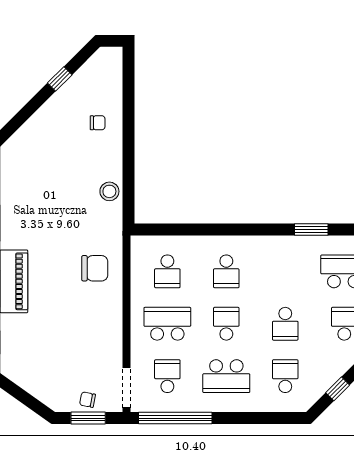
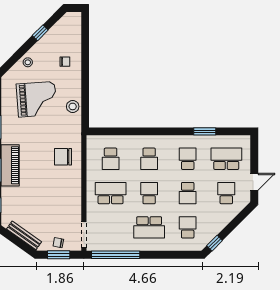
stool: (41, 124) -> (28, 62), added
grand piano: (54, 180) -> (37, 99), added
chair: (95, 268) -> (63, 157), turned 180
school desk: (167, 376) -> (188, 159), moved
bench: (35, 388) -> (24, 235), added
window: (338, 389) -> (215, 243), moved

